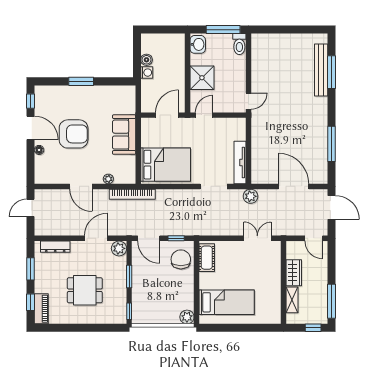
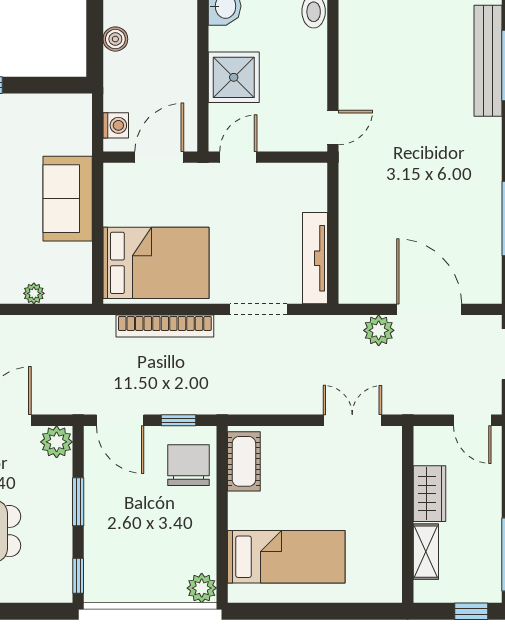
washing machine: (147, 73) -> (116, 125), moved
bookcase: (132, 194) -> (165, 326), moved
plant: (251, 196) -> (379, 330), moved

